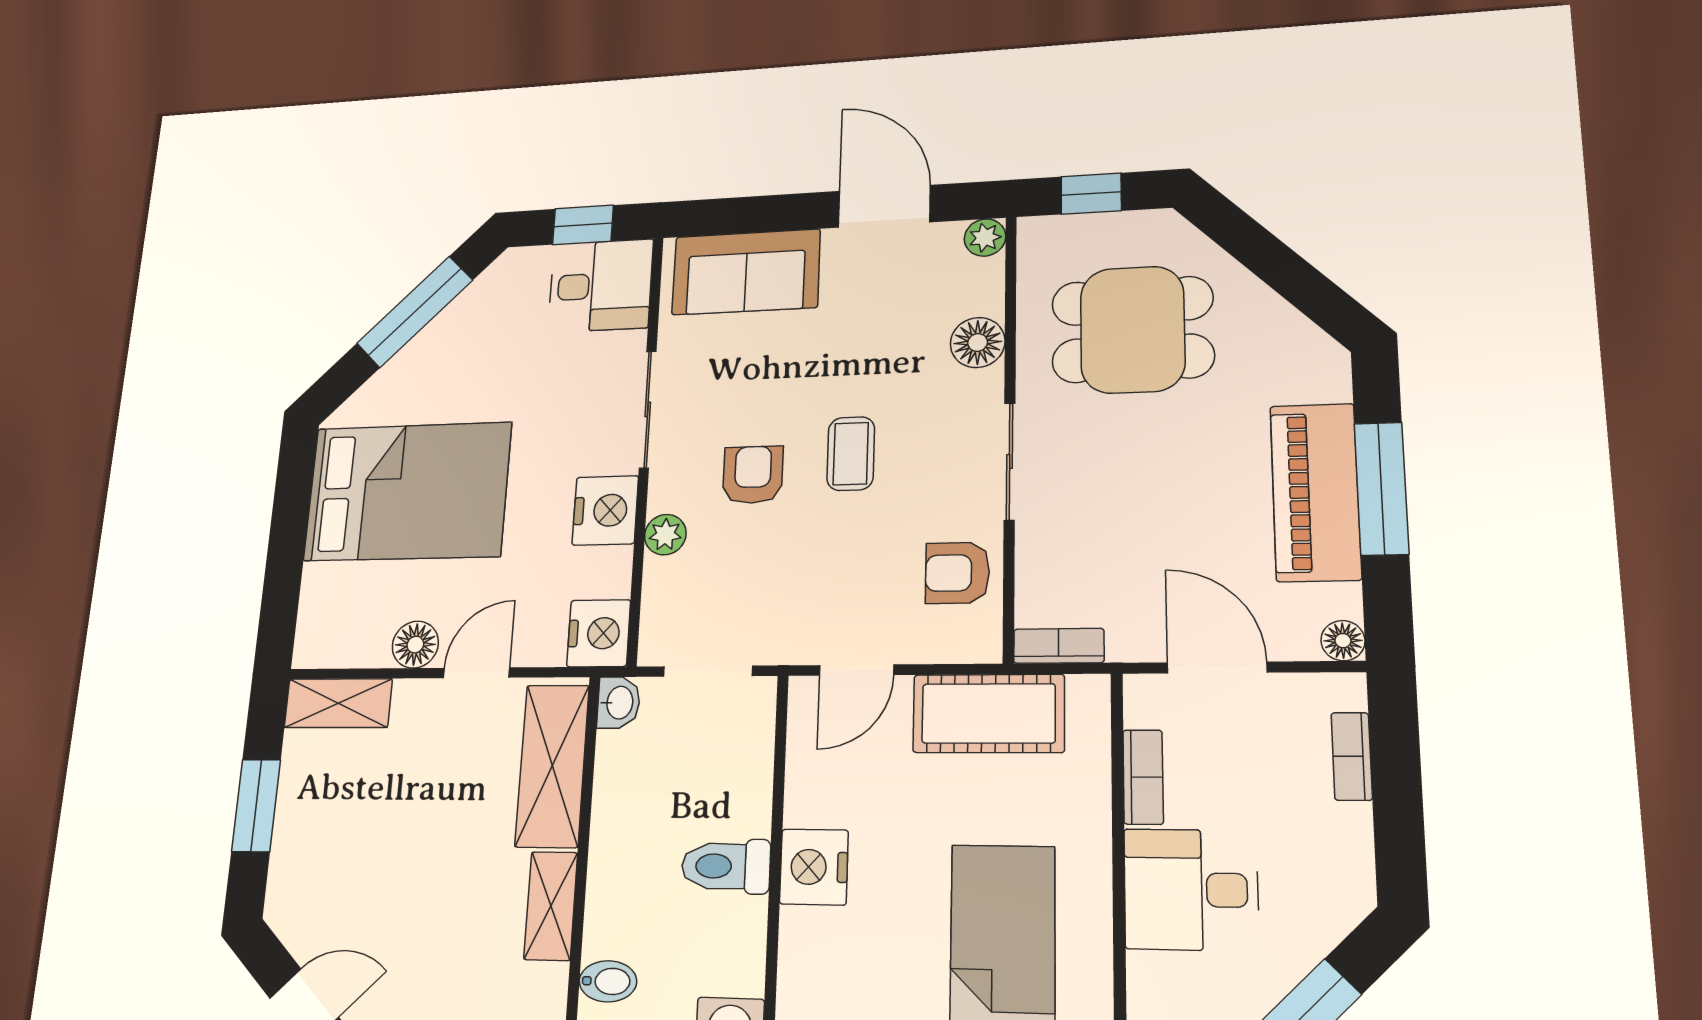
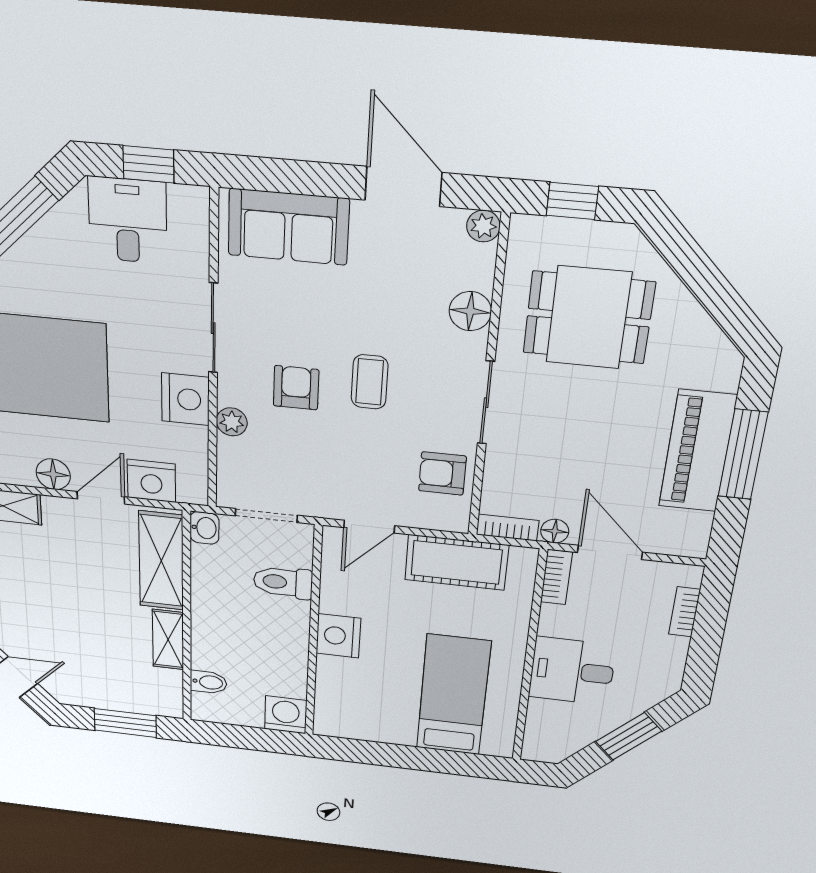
desk: (600, 286) -> (128, 220), moved, turned -90
nightstand: (599, 633) -> (151, 481), moved, turned 90
floor lamp: (1343, 641) -> (555, 531), moved
bookcase: (1143, 777) -> (556, 577), moved
toilet: (726, 866) -> (283, 582), moved

